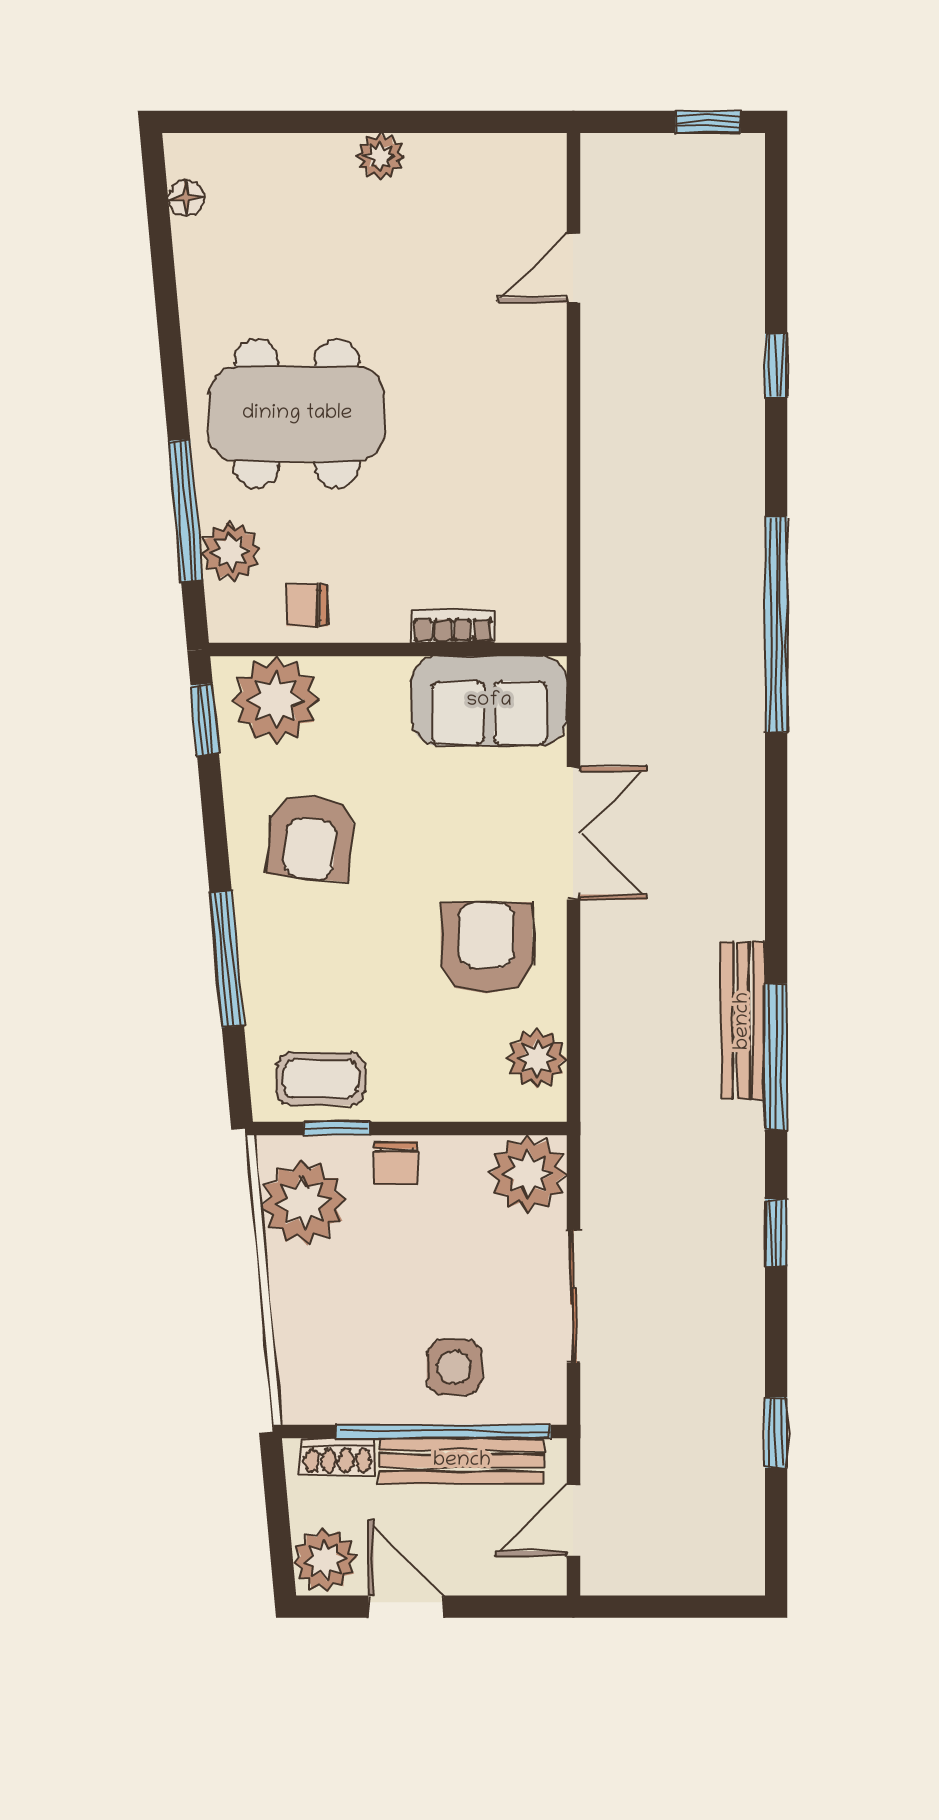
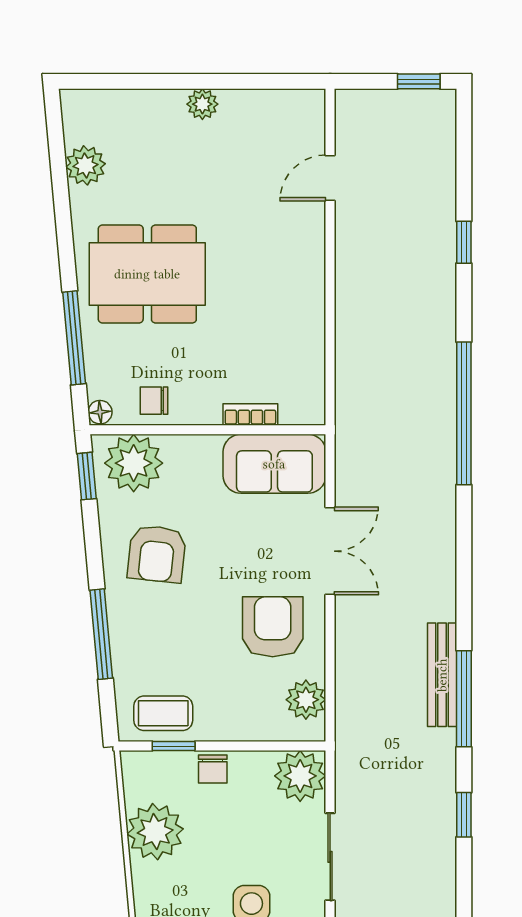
floor lamp: (186, 198) -> (100, 412), moved
plant: (231, 552) -> (85, 165), moved
plant: (303, 1203) -> (155, 832), moved

